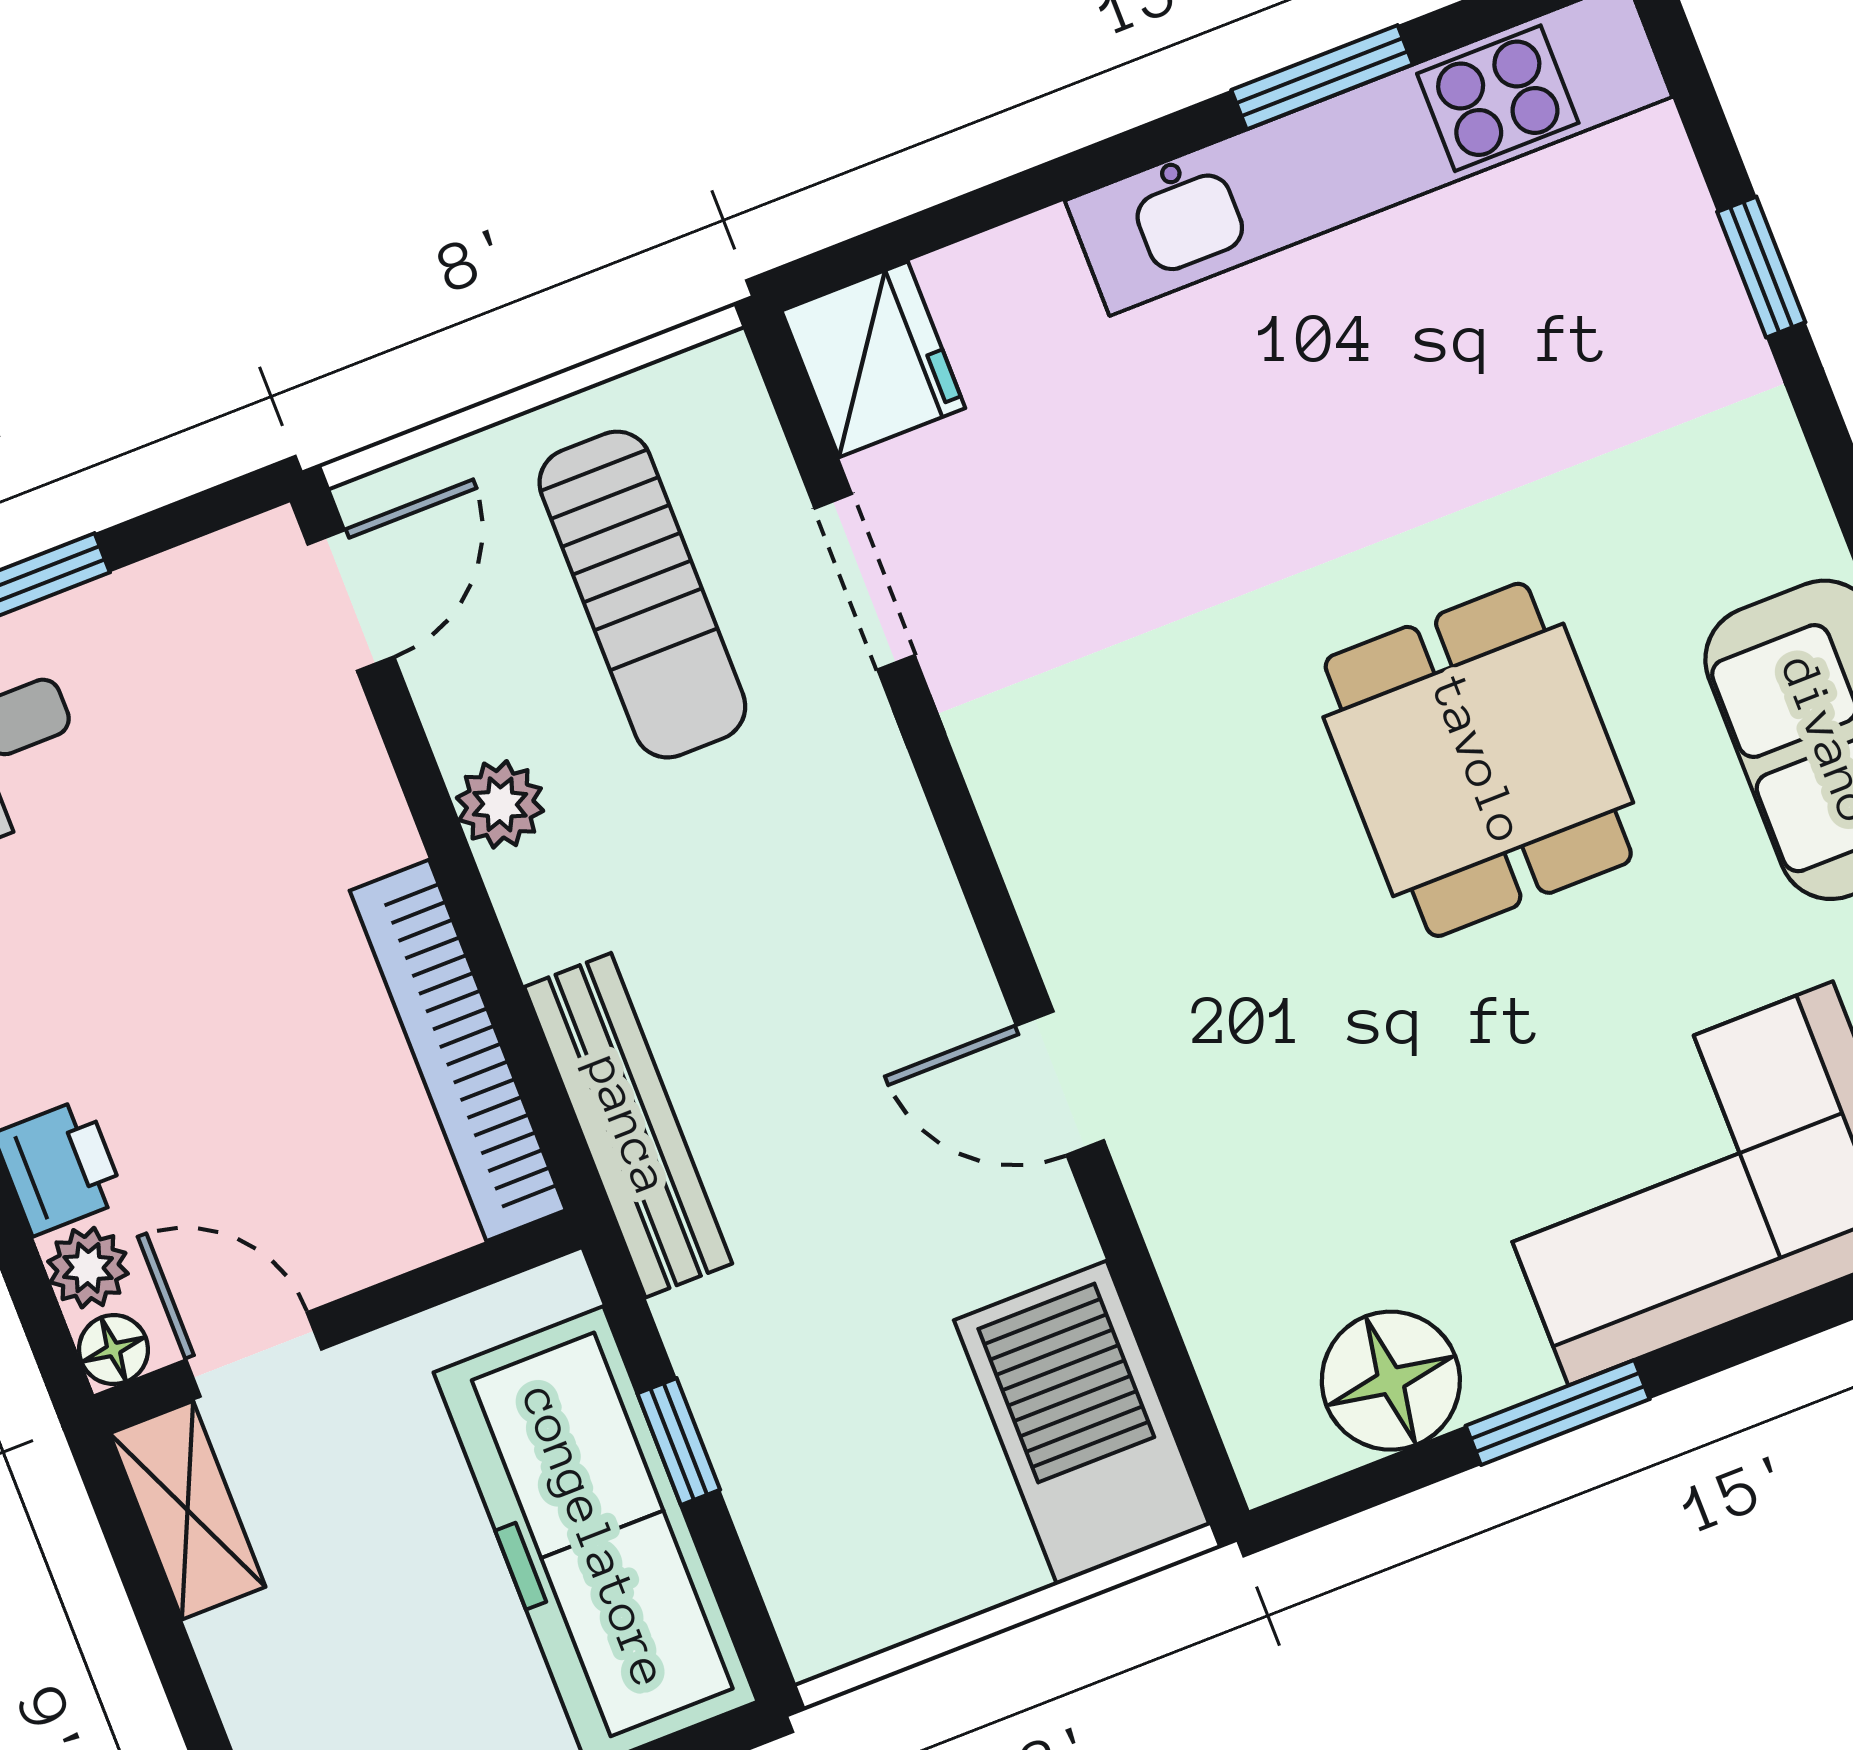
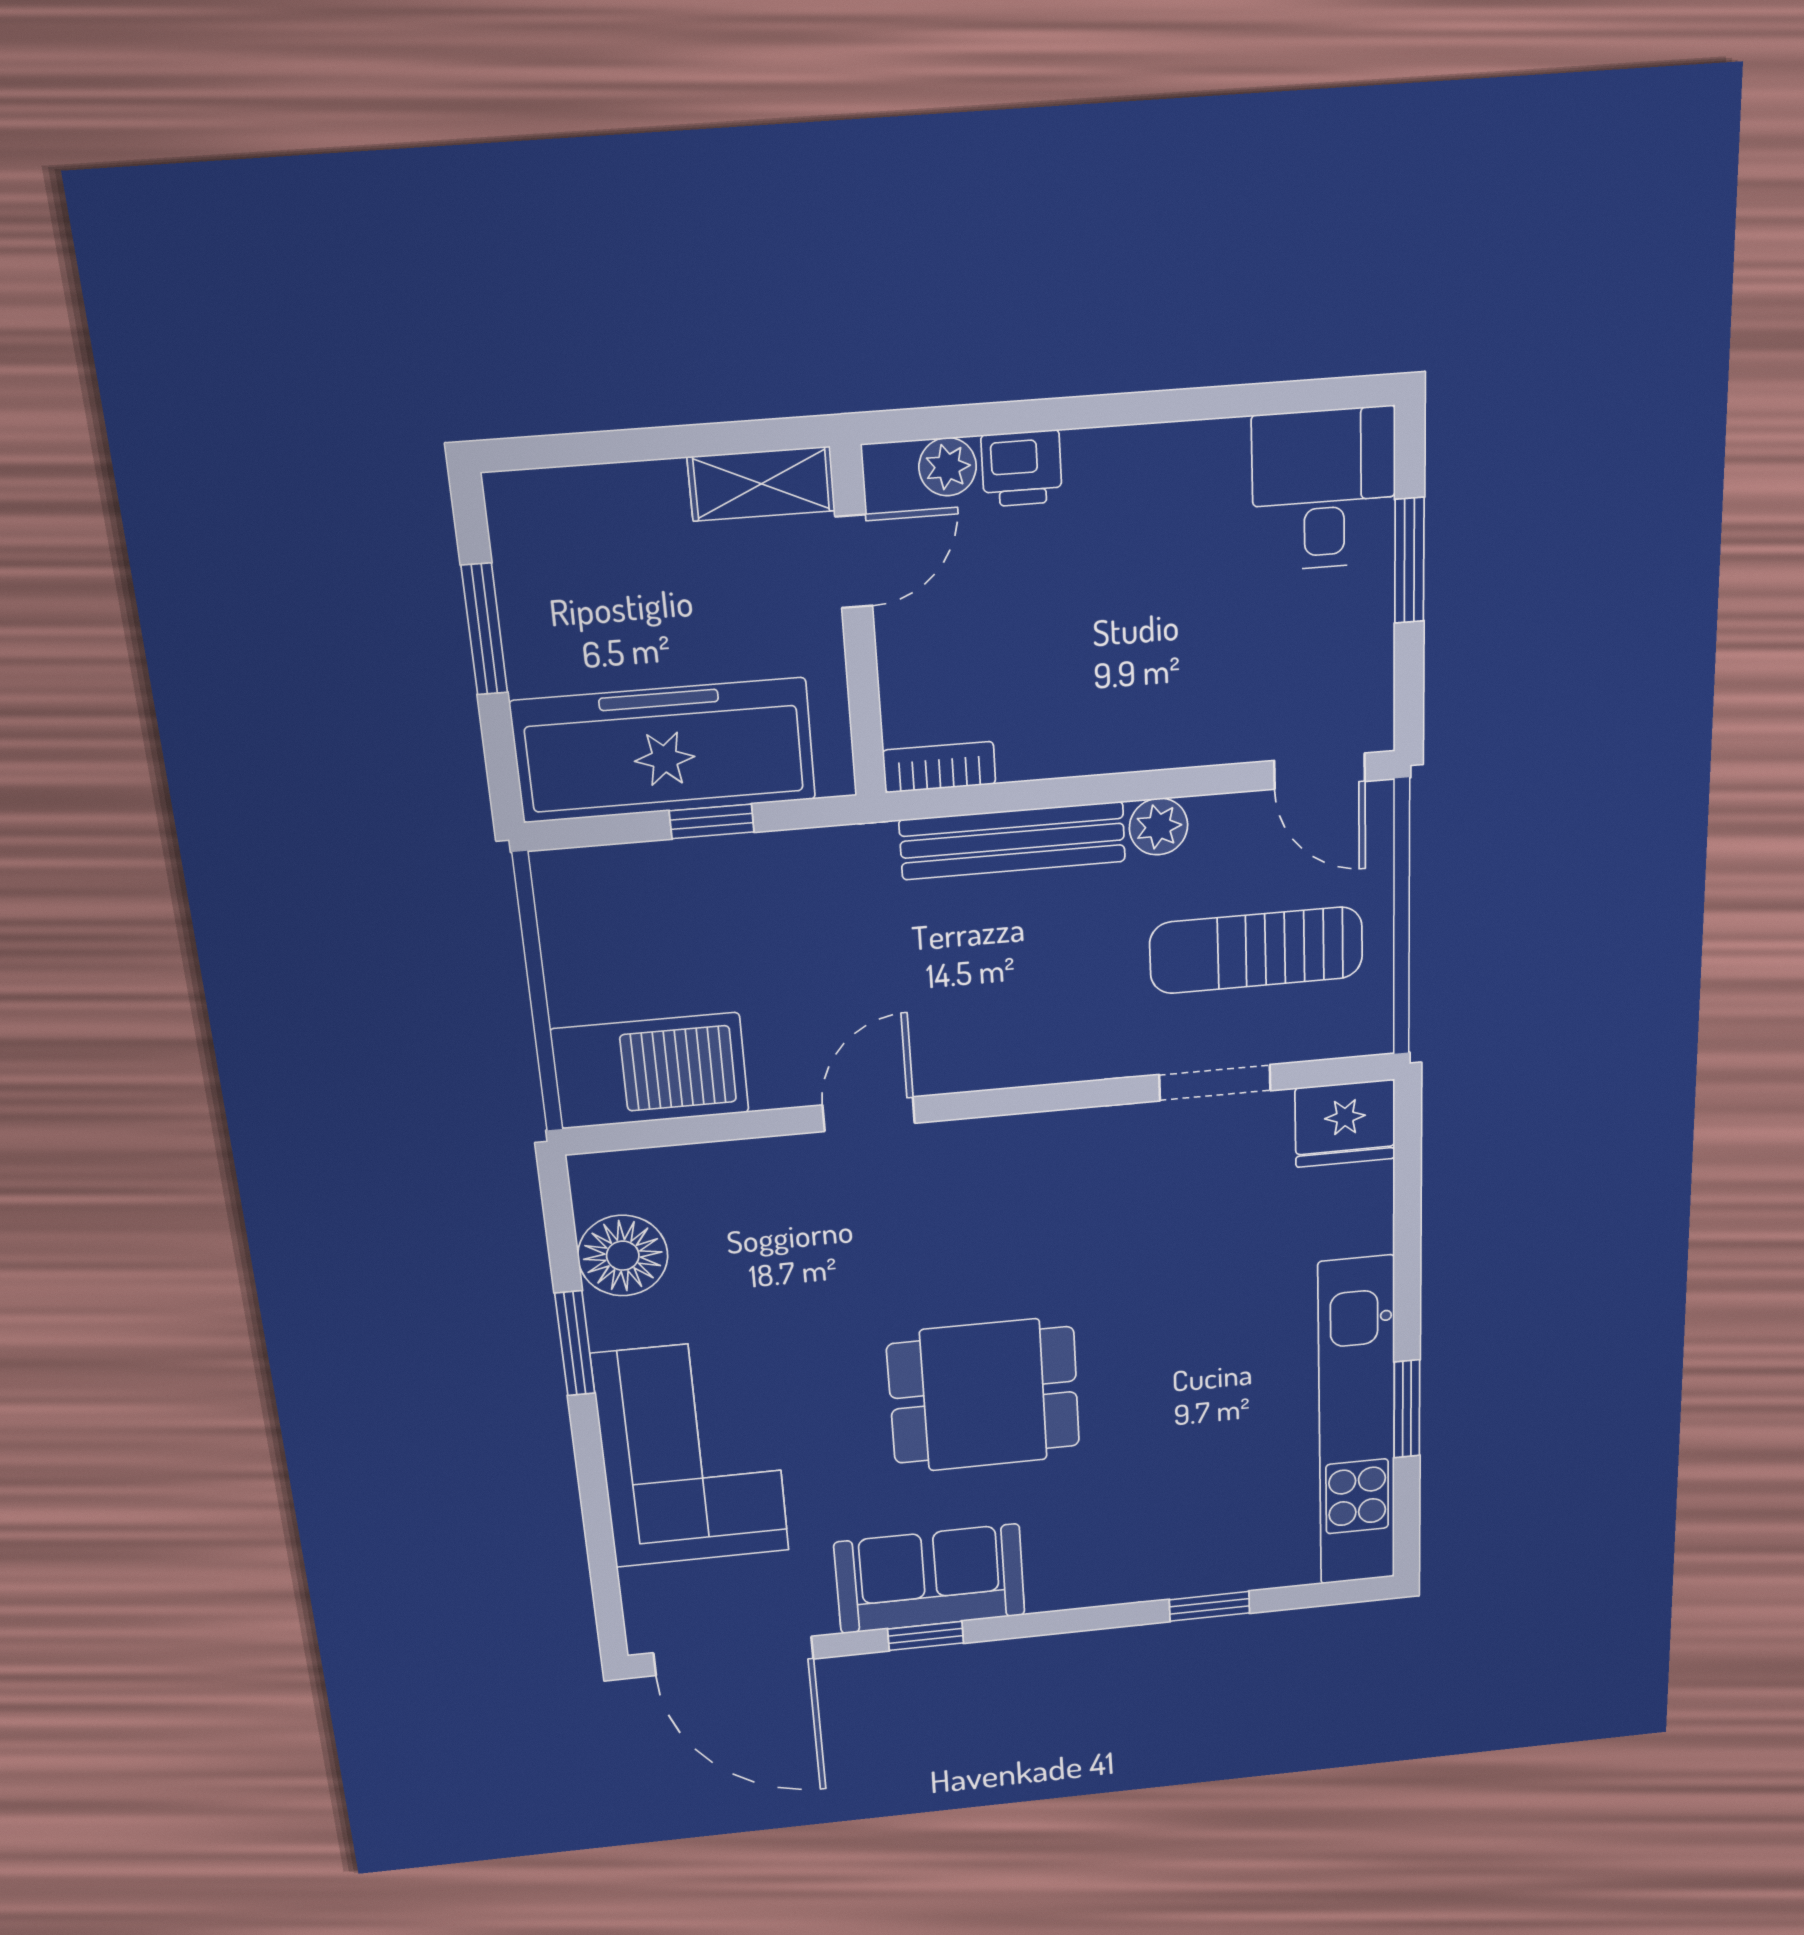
bookcase: (458, 1050) -> (939, 767), width x0.43, depth x0.76
bench: (628, 1125) -> (1013, 841), moved
floor lamp: (114, 1350) -> (887, 467), removed

